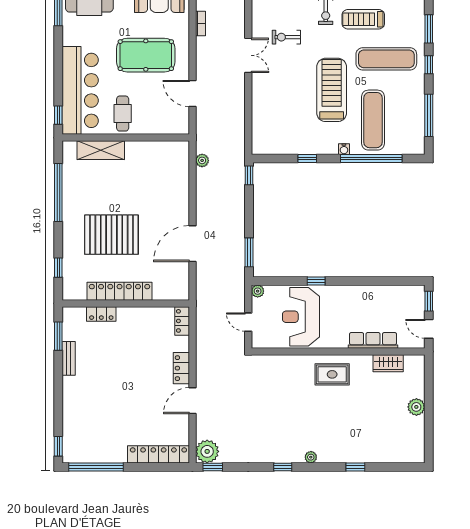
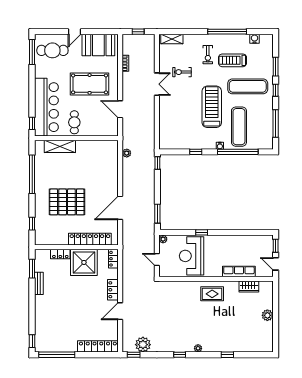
locker: (120, 291) -> (90, 239), moved
shower: (137, 327) -> (84, 262), added
plant: (207, 451) -> (143, 345), moved

